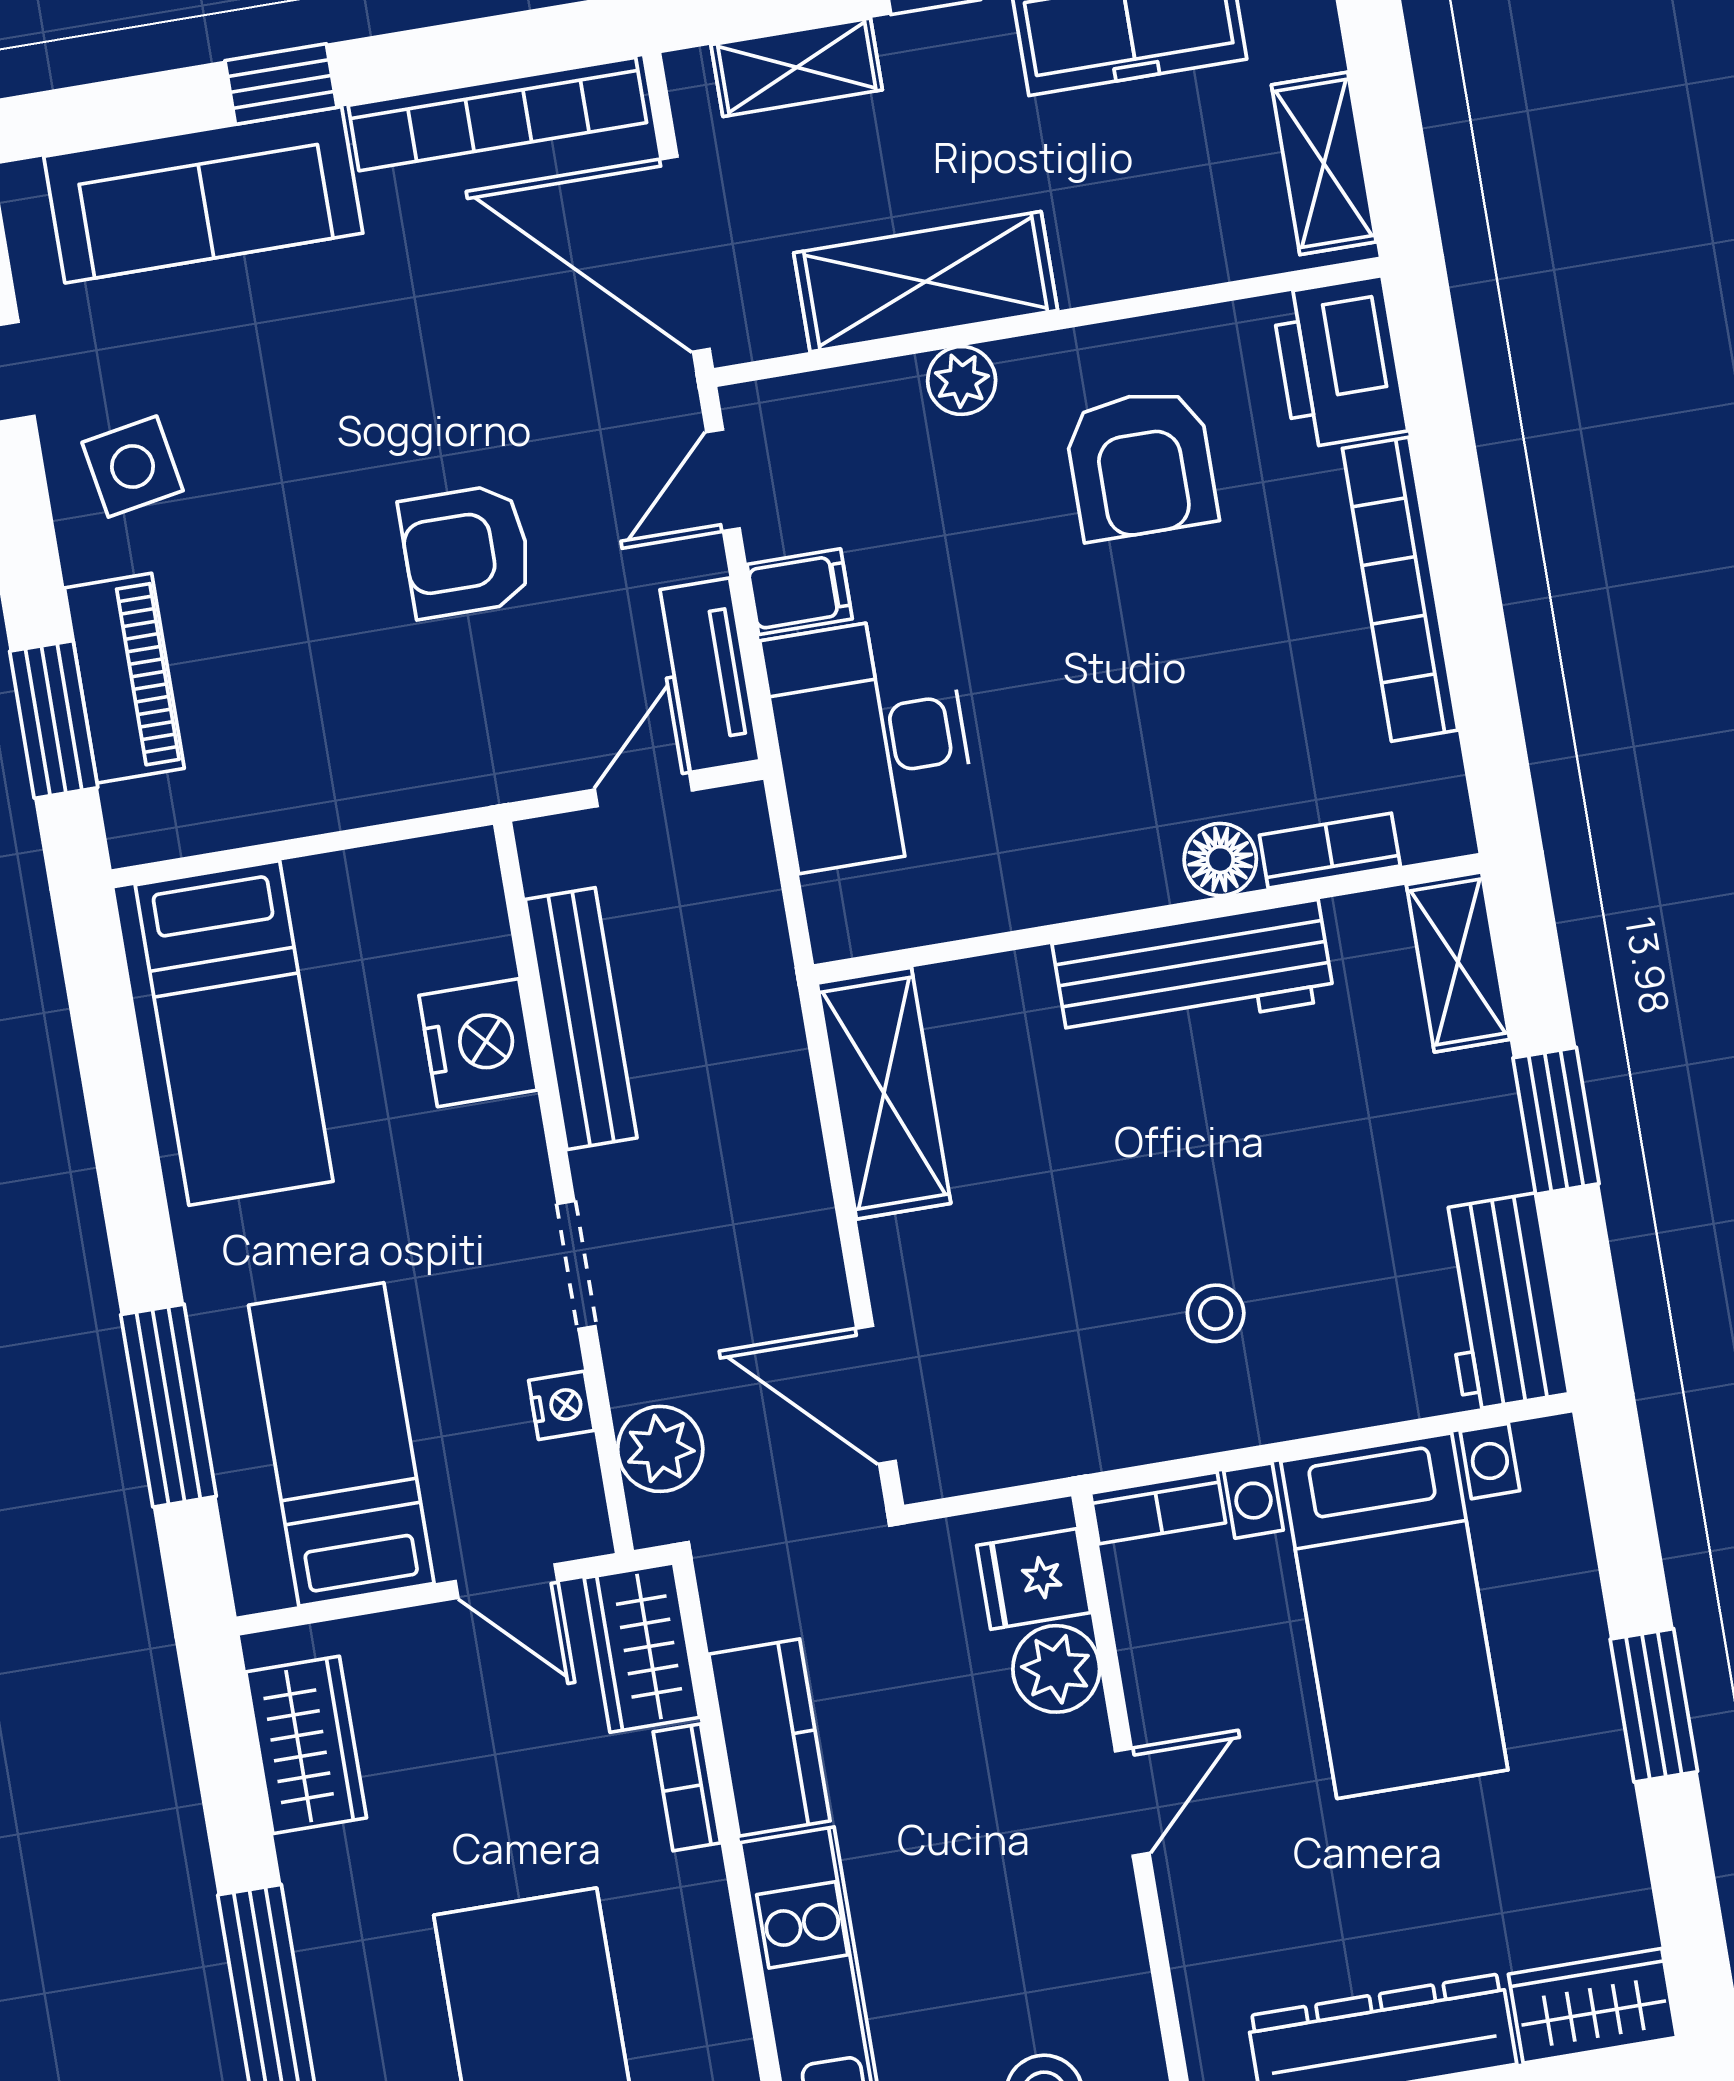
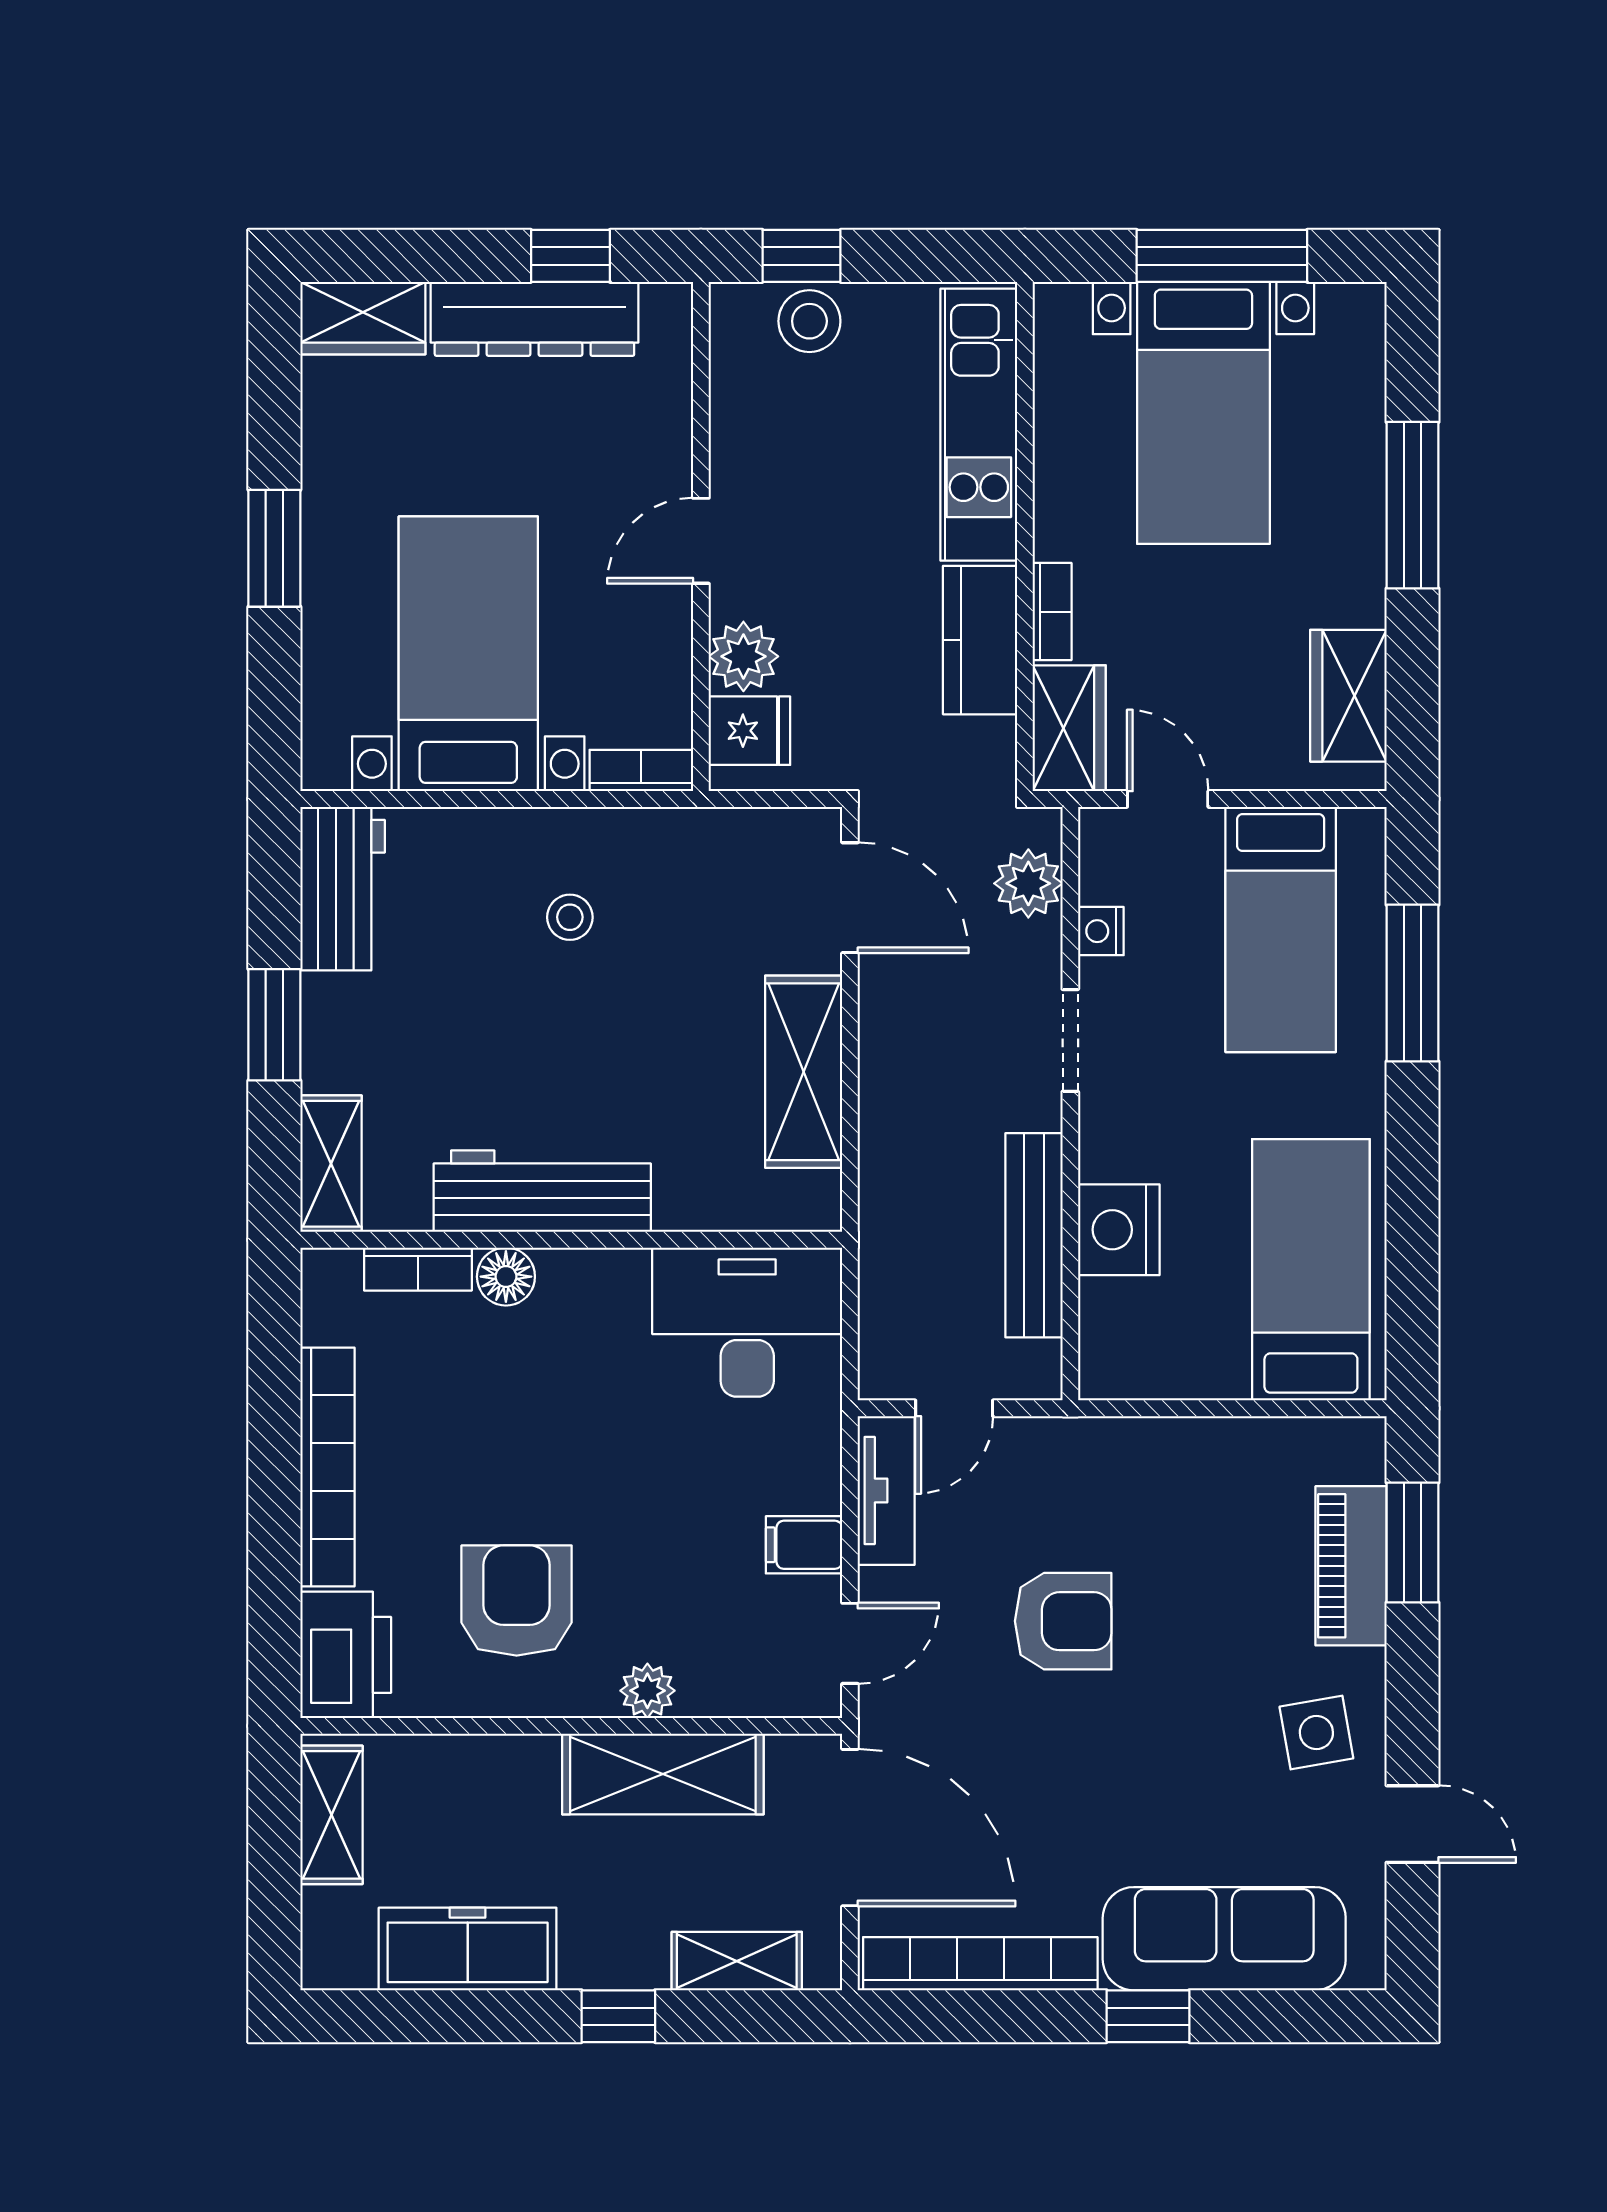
desk: (871, 742) -> (747, 1322), moved, turned -90
shelving: (884, 1093) -> (804, 1072), moved

